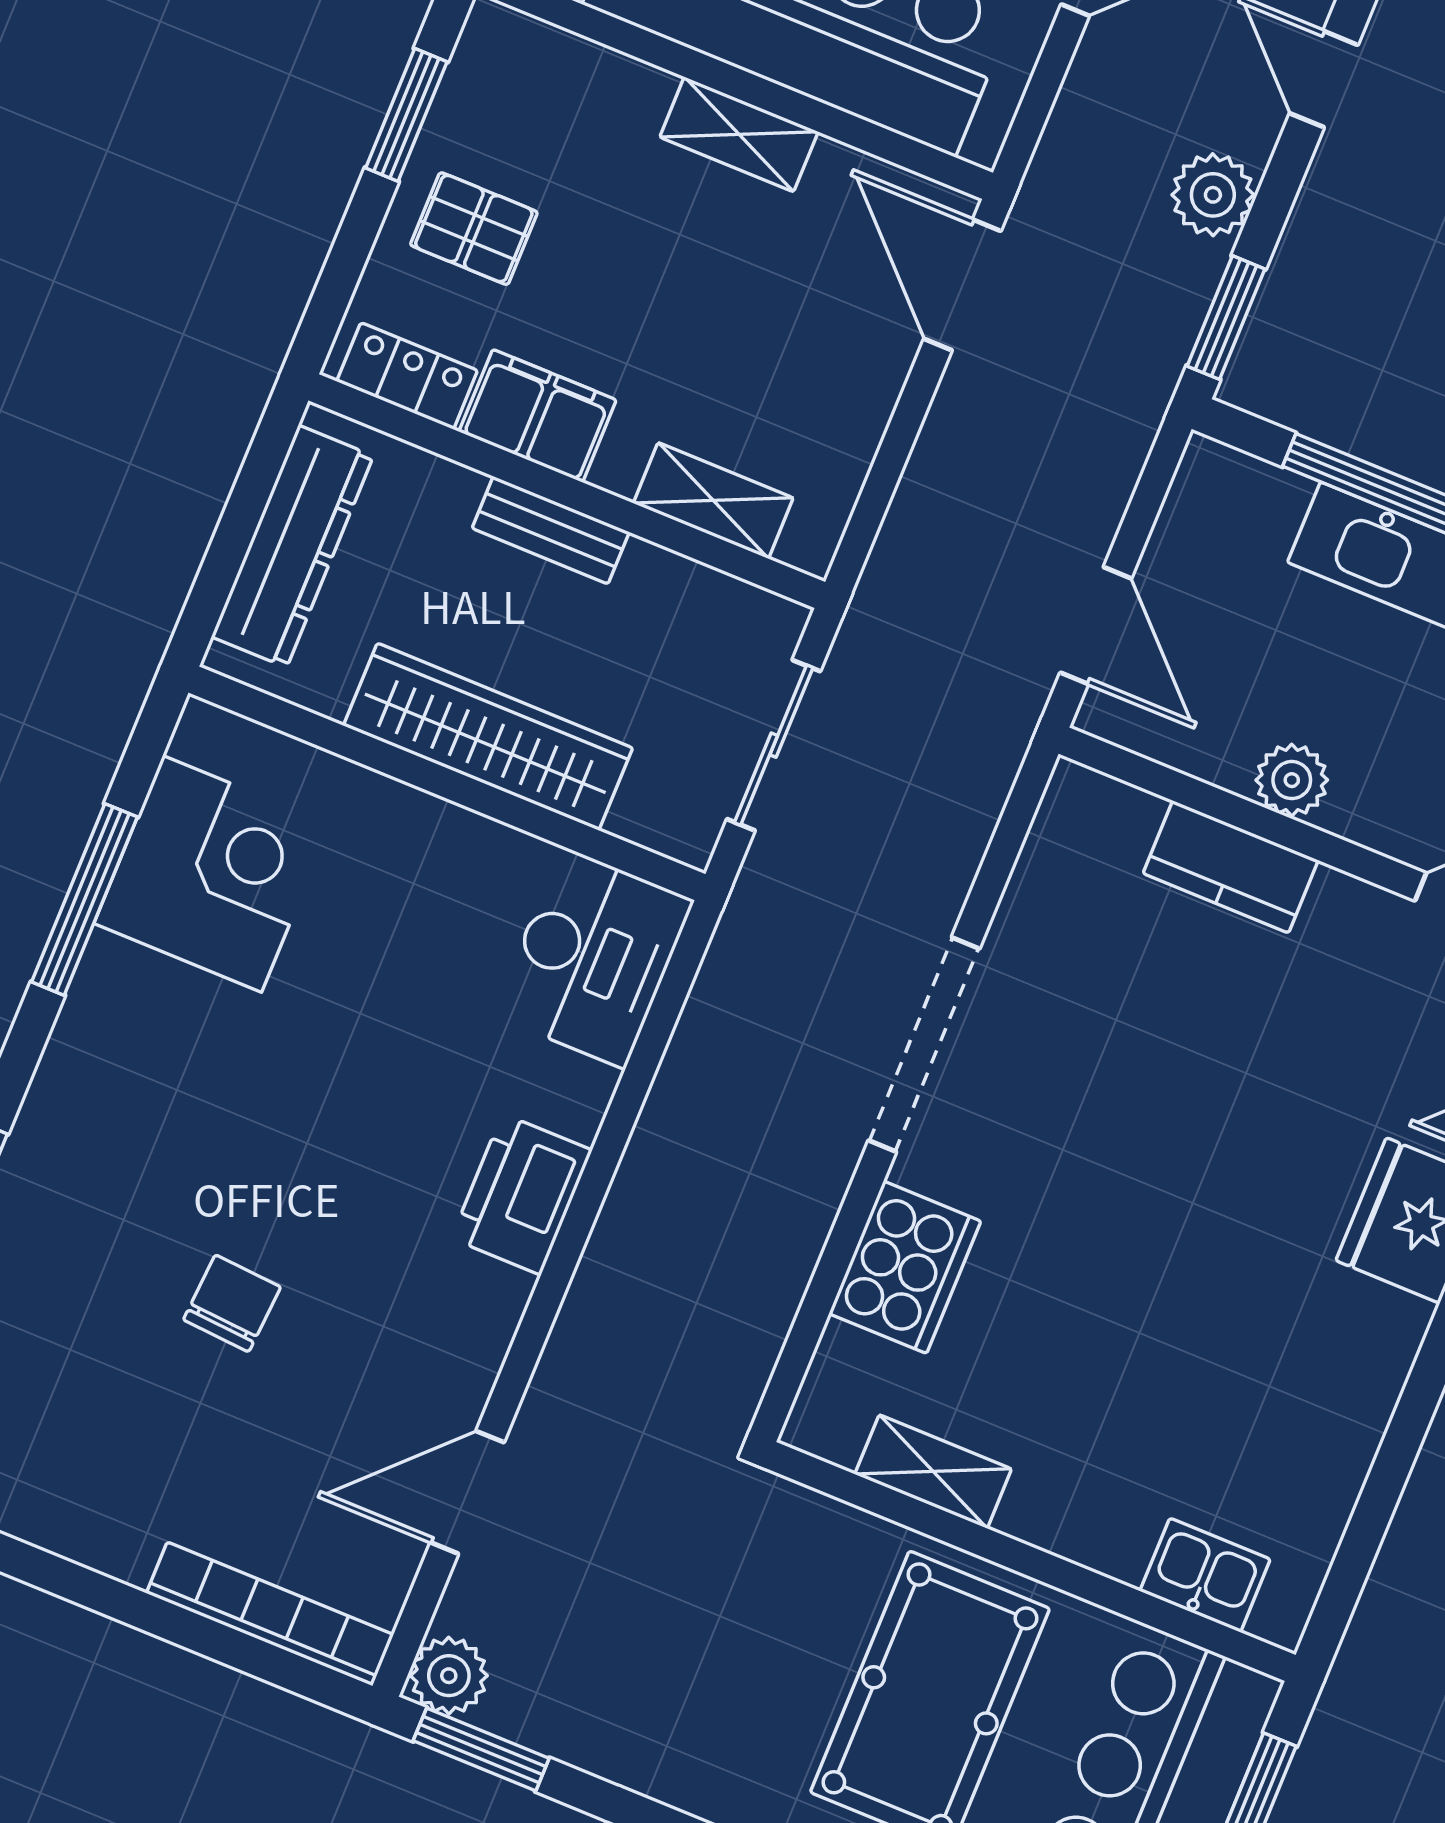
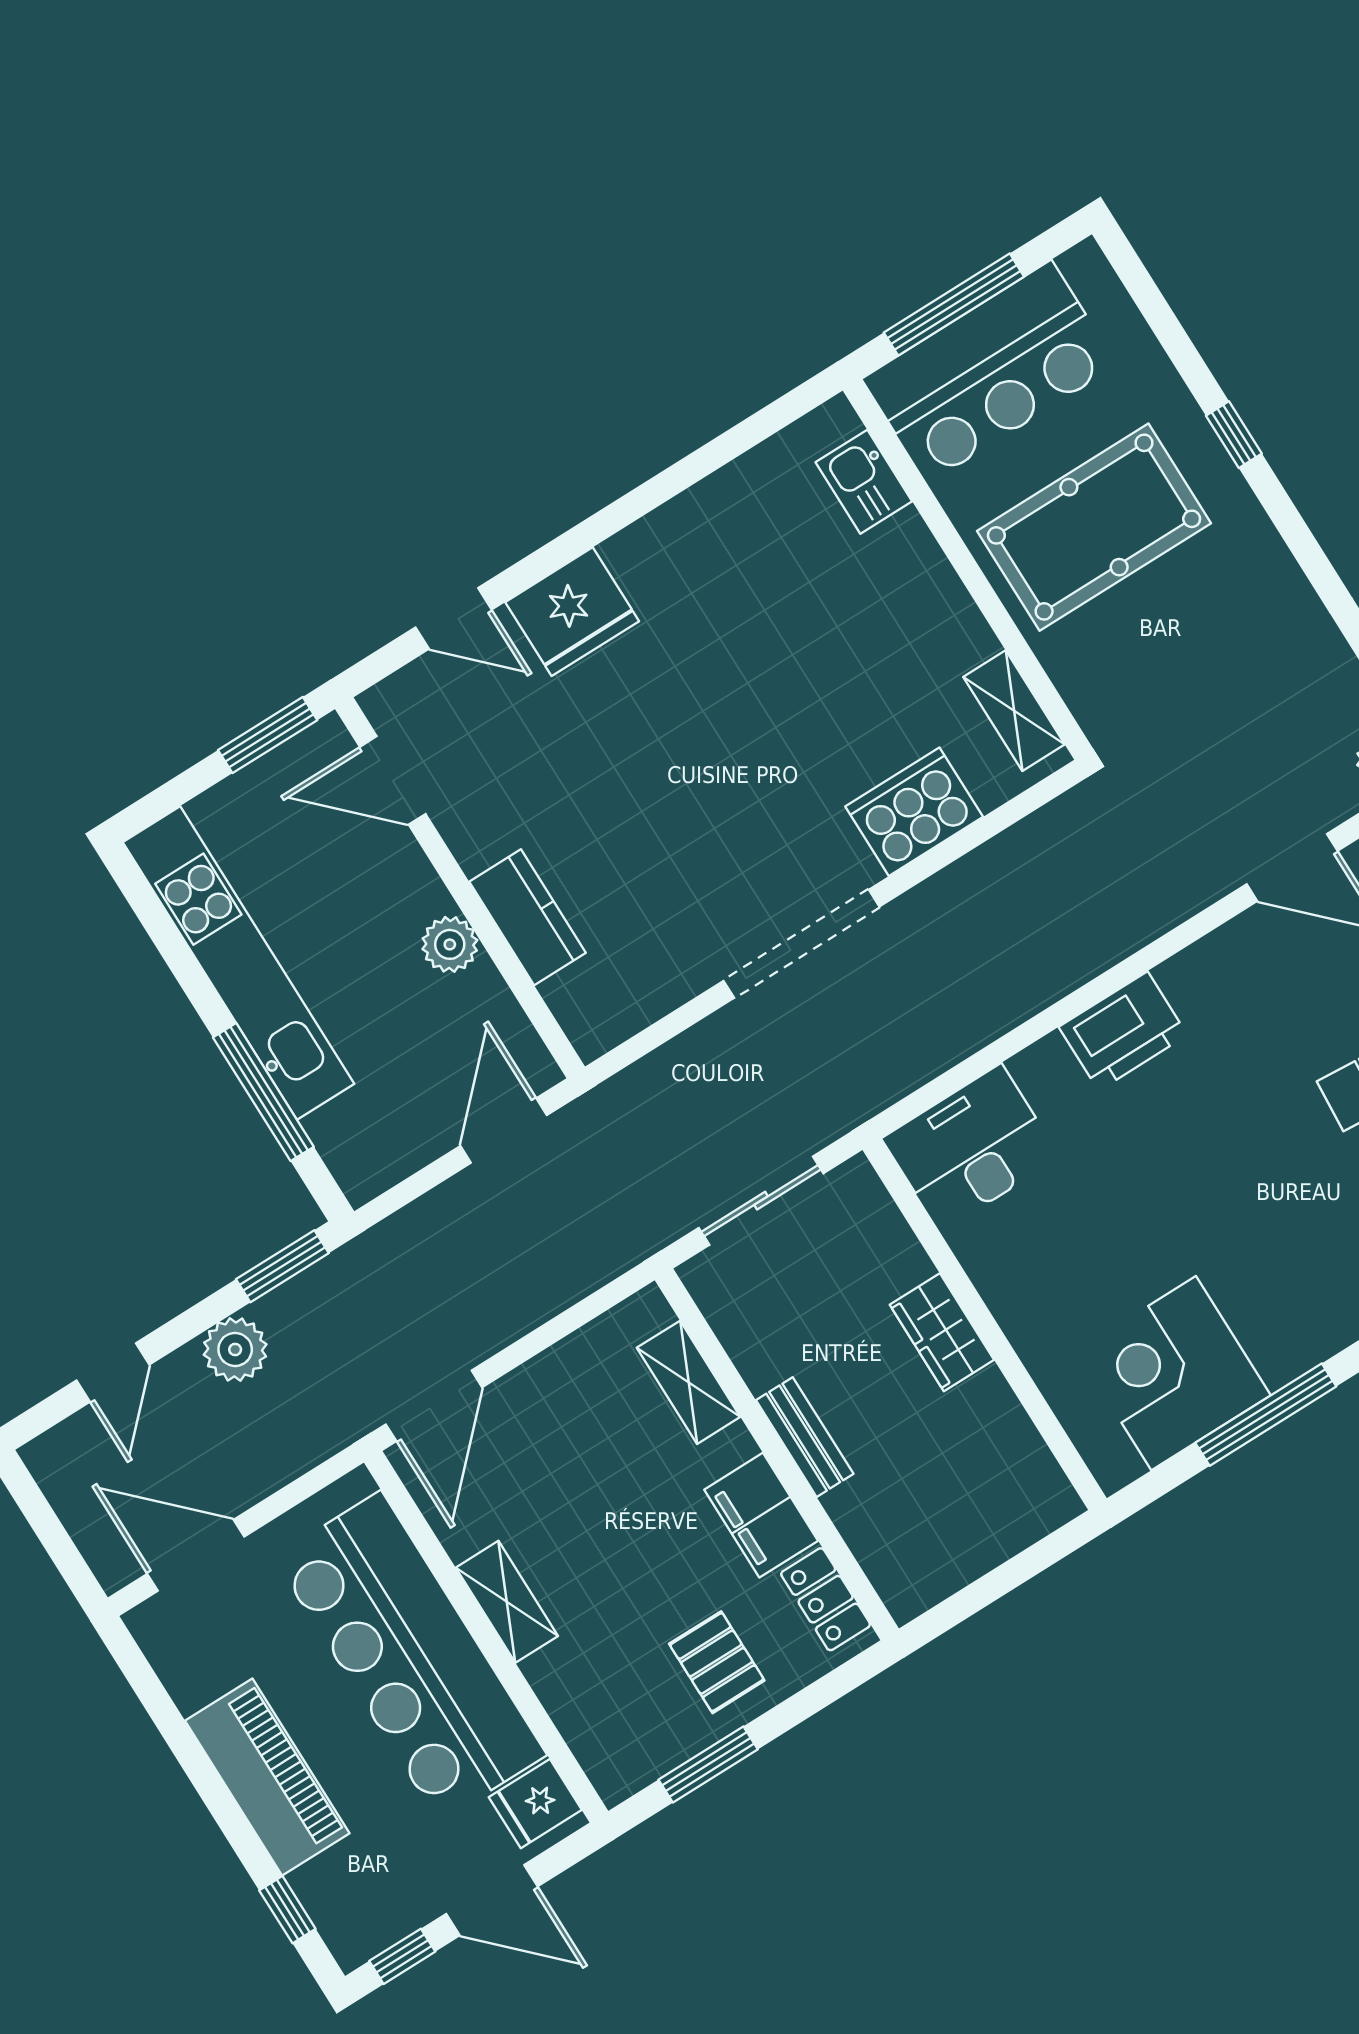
dresser: (292, 546) -> (975, 1544), removed
wardrobe: (488, 737) -> (942, 1332), width x0.48, depth x0.85
shelving: (933, 1472) -> (1014, 711), moved

